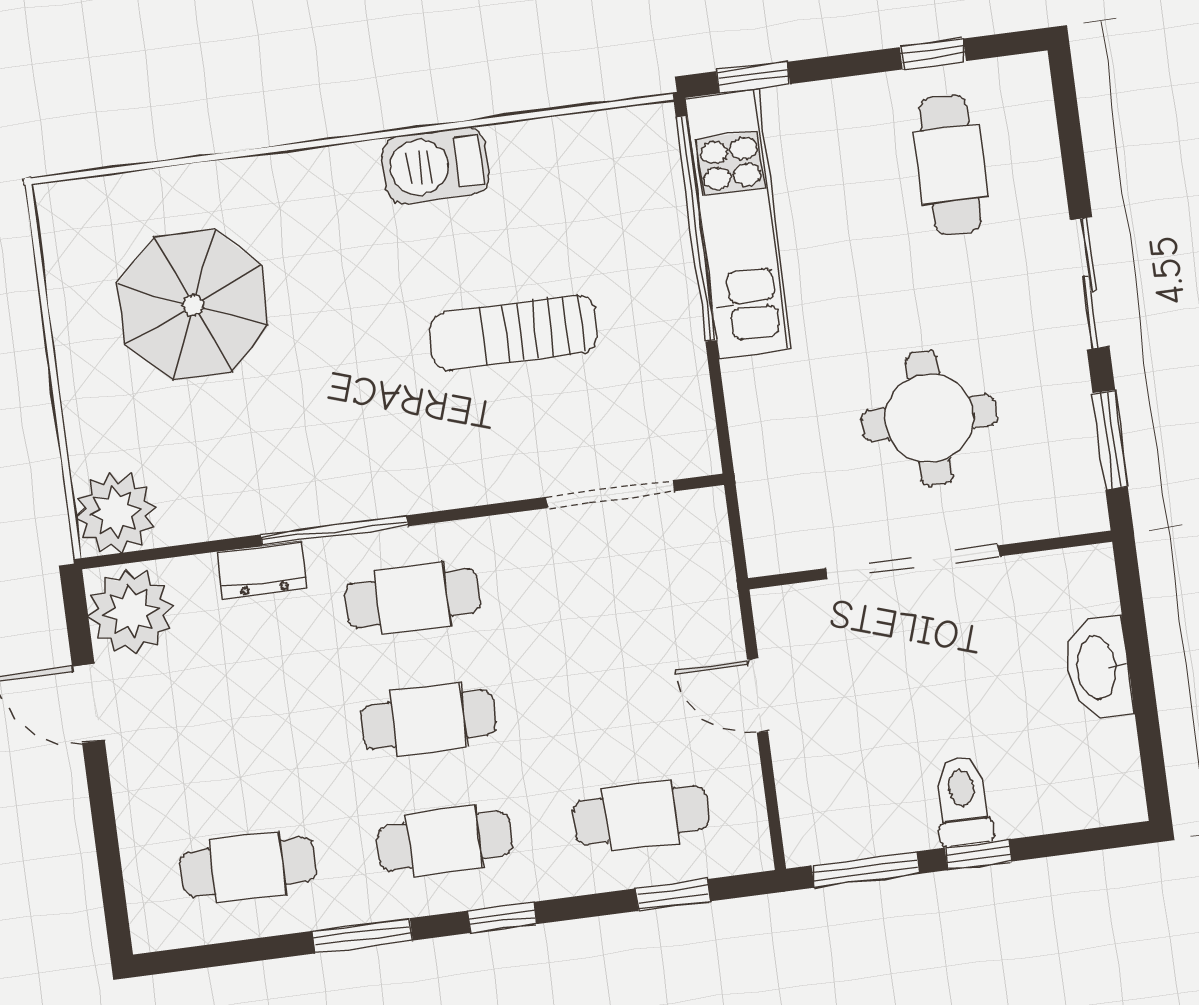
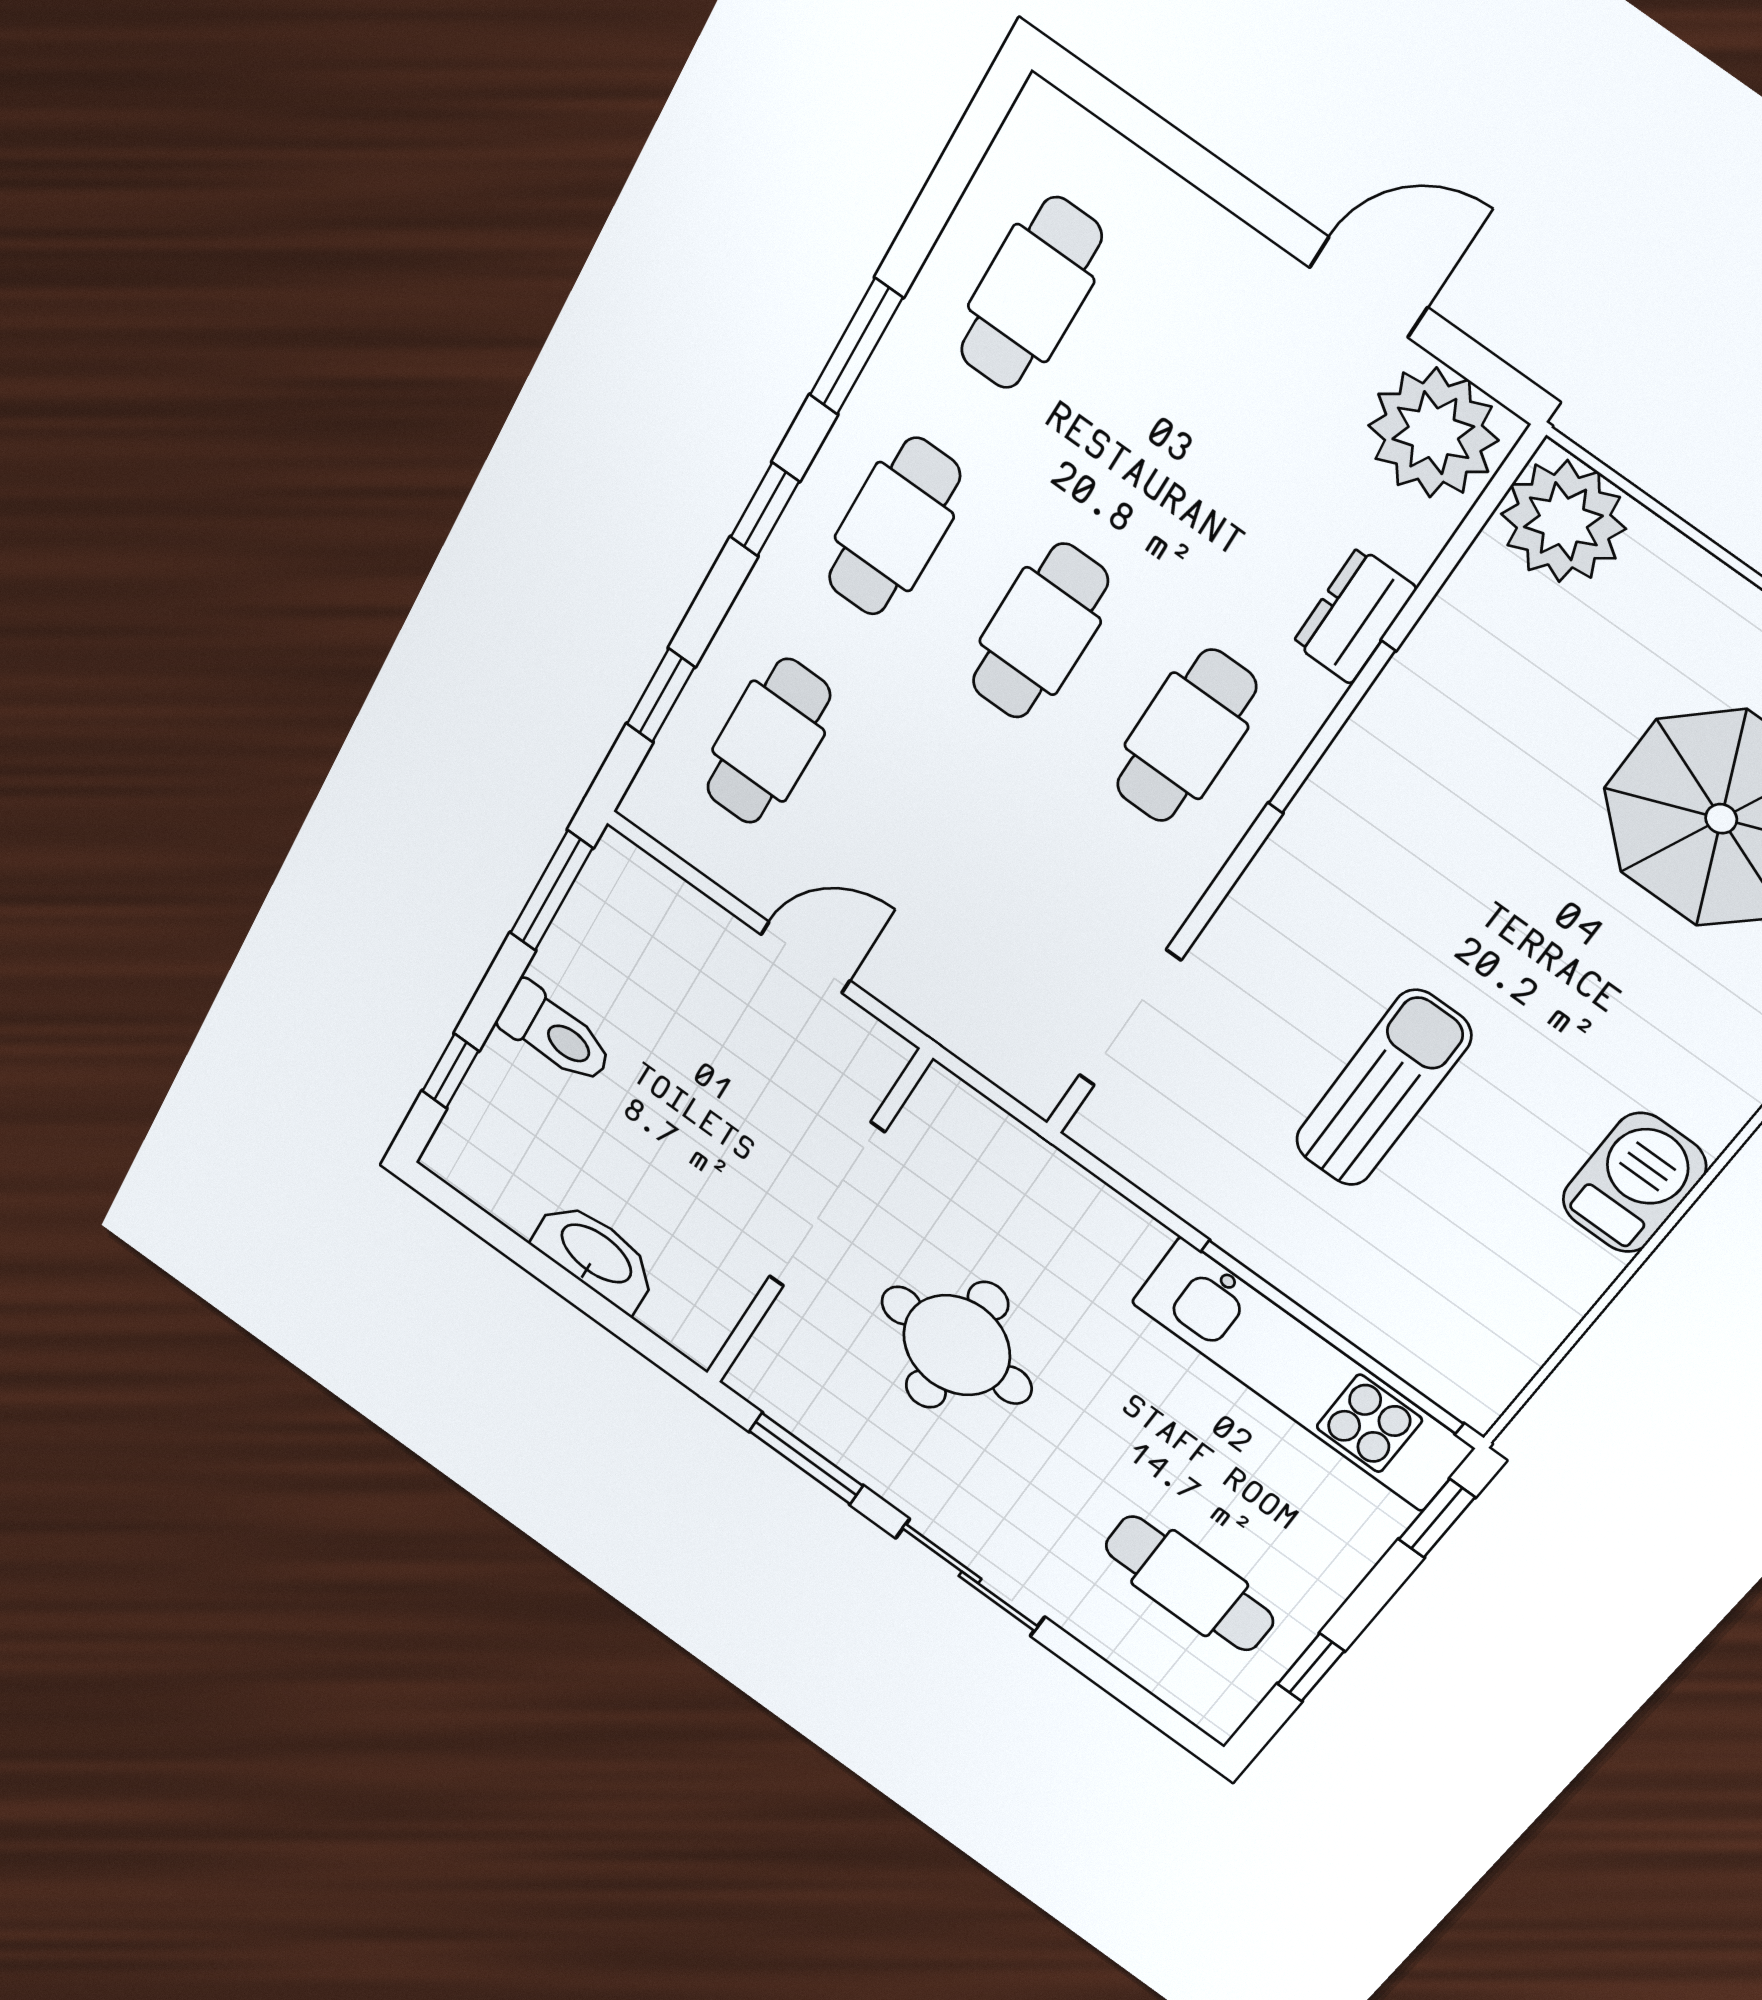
window: (978, 855) -> (450, 1071), moved

